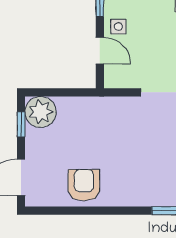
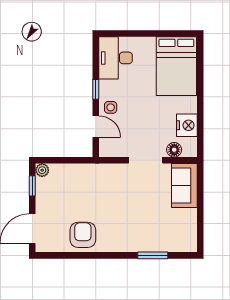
plant: (41, 112) -> (42, 170), width x0.53, depth x0.53

